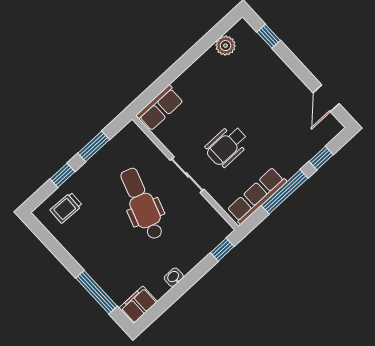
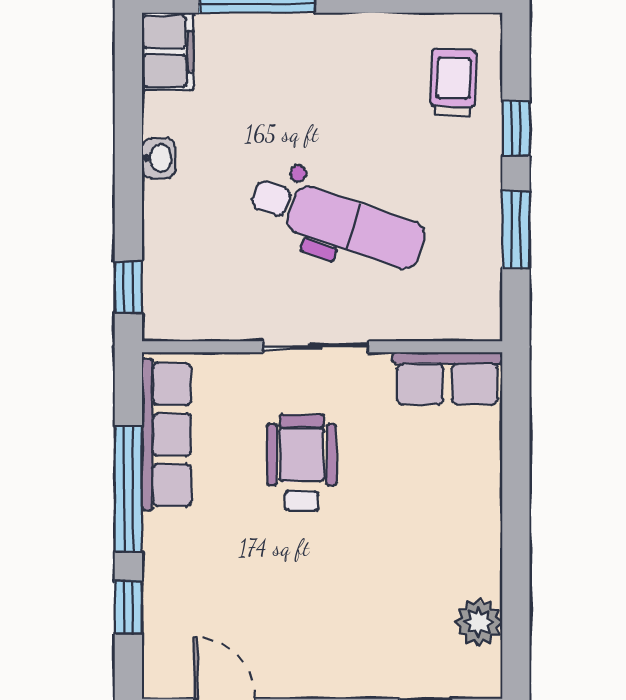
row of seats: (160, 108) -> (448, 378), moved, turned -90

